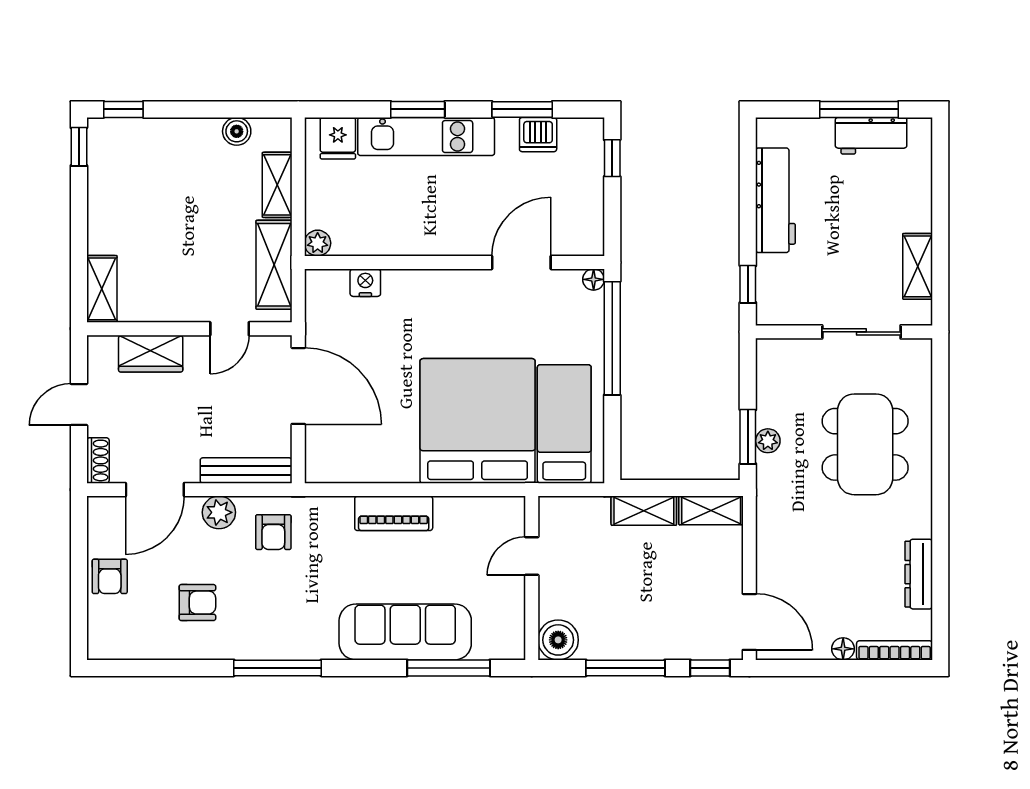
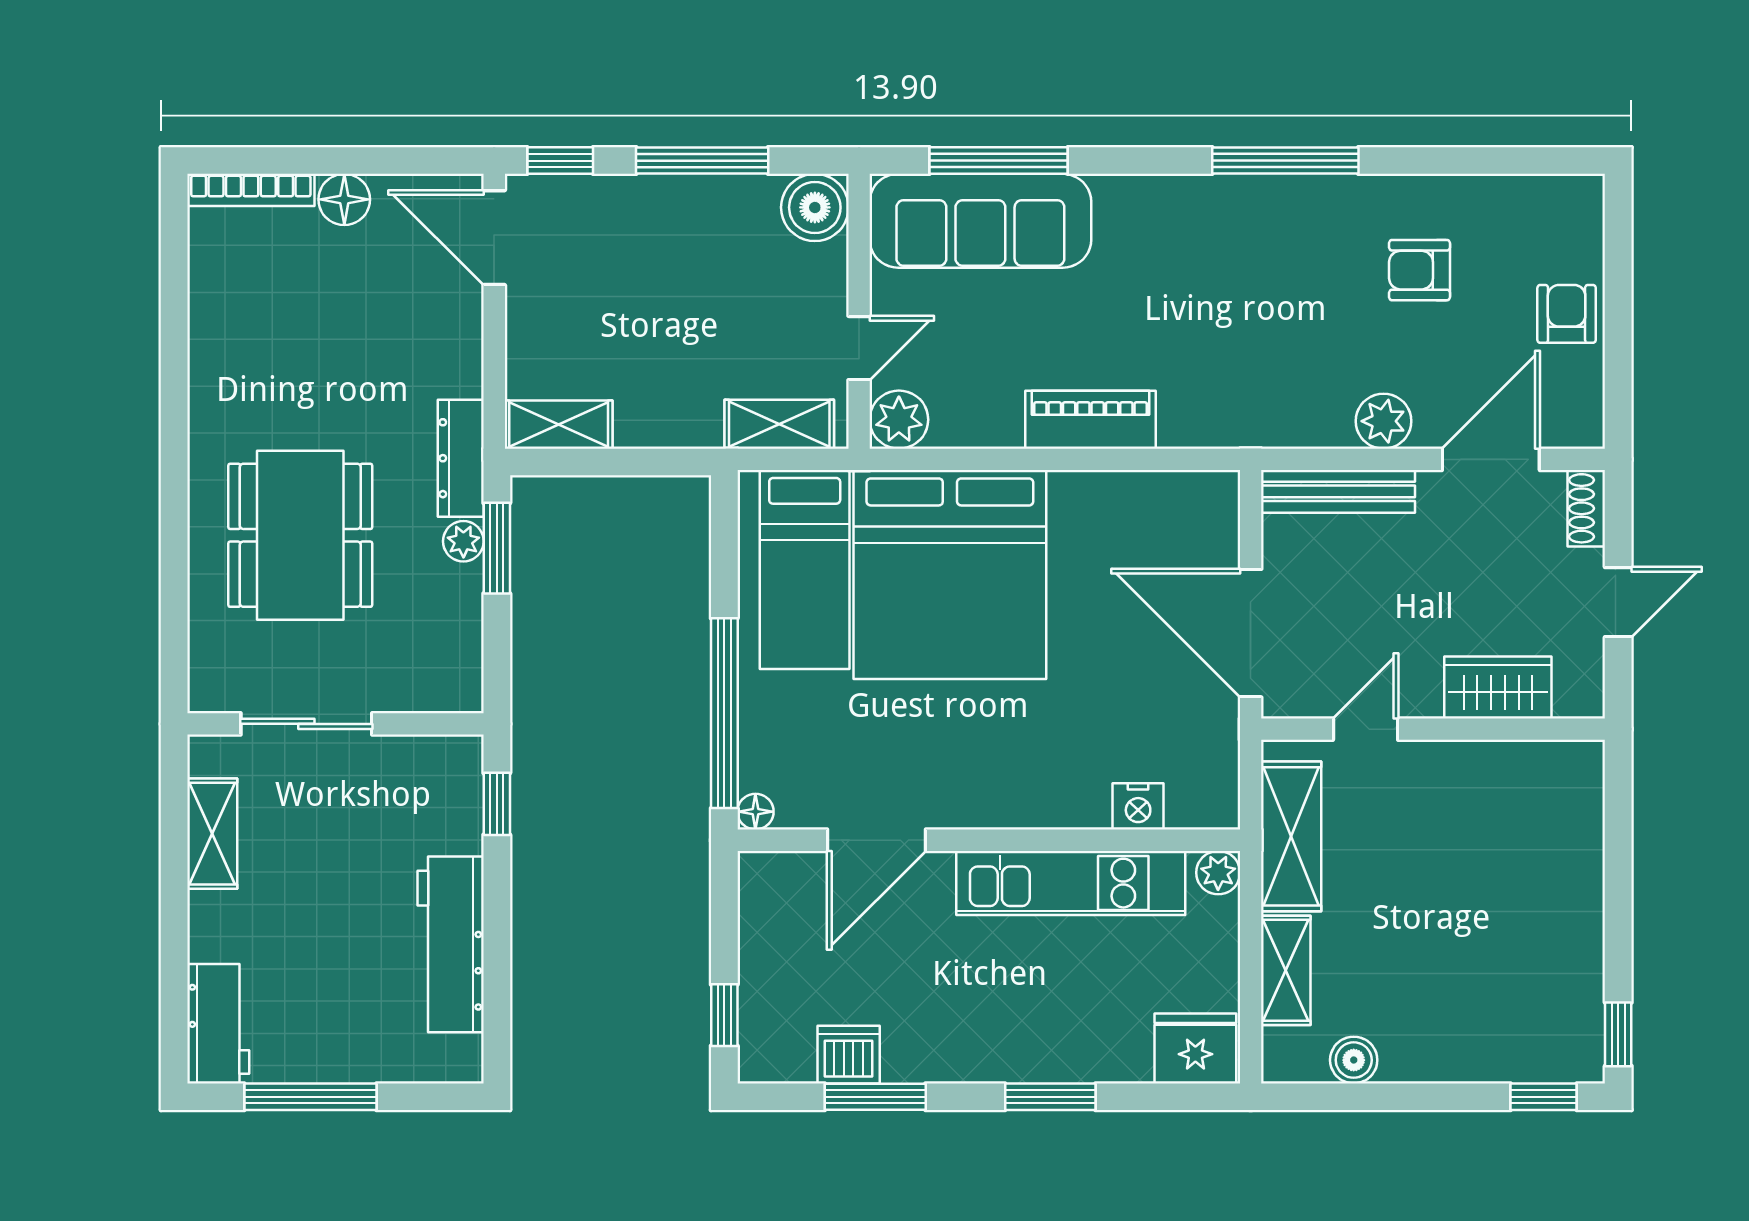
workbench: (871, 136) -> (218, 1024), moved, turned 90
kitchen unit: (426, 137) -> (1071, 883), moved, turned 180
fridge: (338, 138) -> (1195, 1048), width x1.38
shelving: (102, 289) -> (1580, 796), removed
shelving: (644, 511) -> (779, 424), moved
plant: (508, 513) -> (899, 420), added
armchair: (273, 532) -> (1292, 388), removed
dresser: (919, 574) -> (461, 458), moved, turned 180
sofa: (405, 632) -> (980, 221), moved
floor lamp: (843, 649) -> (344, 199), width x1.37, depth x1.37

